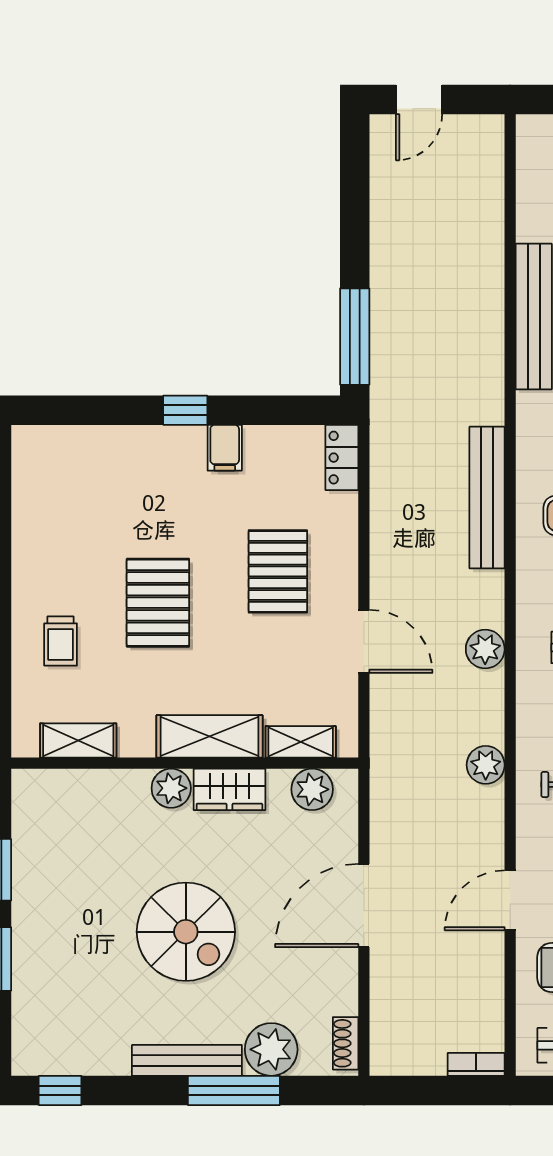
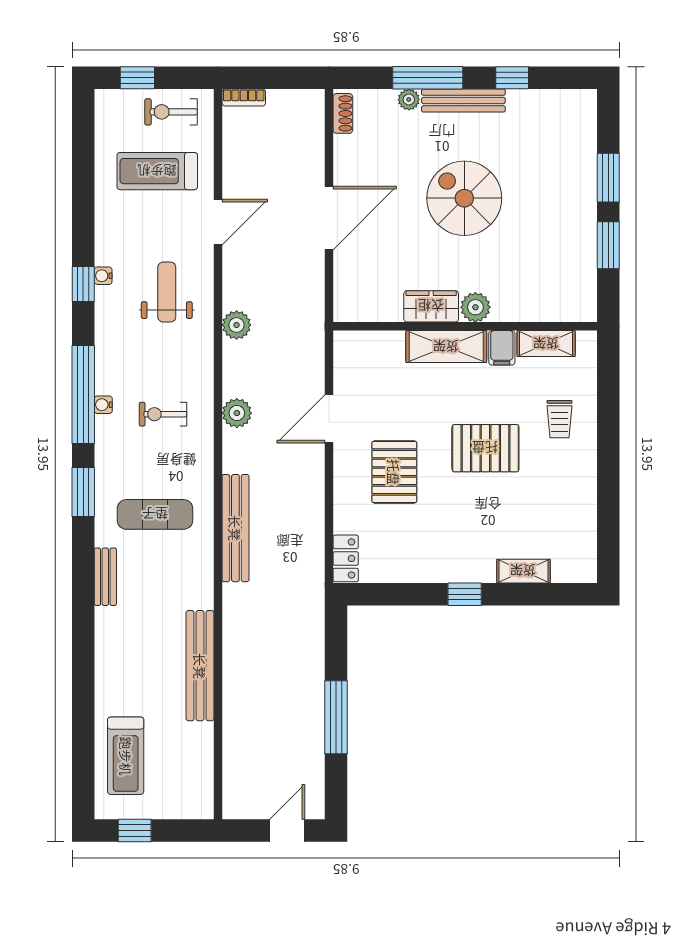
window: (355, 337) -> (336, 717), moved
filing cabinet: (225, 448) -> (502, 348), moved, turned 180
pallet: (158, 603) -> (485, 448), turned 90
trolley: (61, 641) -> (559, 419), turned 180
door: (364, 641) -> (329, 419), hinge flipped
shelving: (301, 742) -> (523, 571), moved
plant: (312, 789) -> (368, 306), removed
plant: (271, 1049) -> (409, 100), width x0.53, depth x0.53
window: (60, 1090) -> (512, 78), moved

